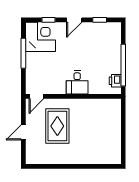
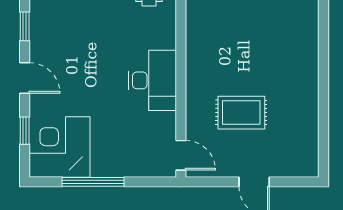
desk: (77, 83) -> (153, 80), width x1.37
rug: (57, 126) -> (241, 113), width x0.73, depth x0.70

